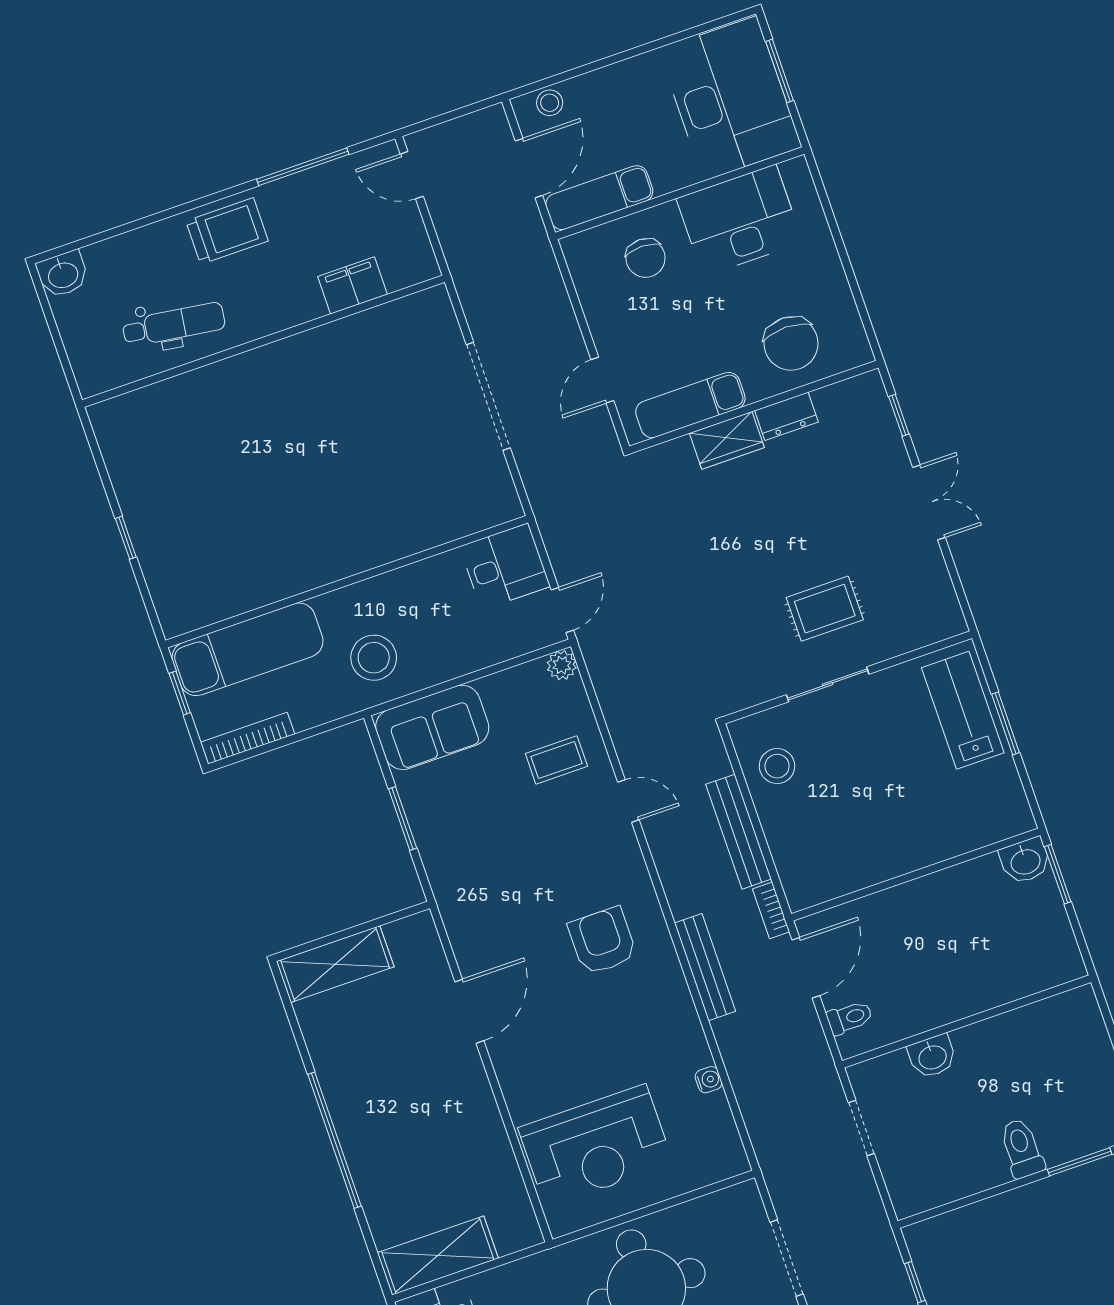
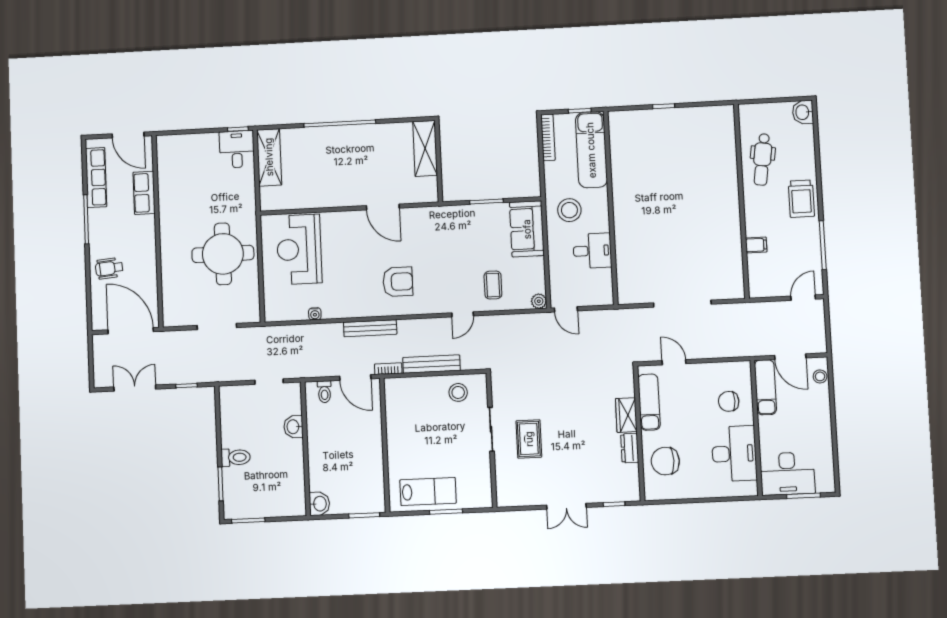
desk: (730, 98) -> (787, 474), width x0.73, depth x0.77
filing cabinet: (353, 285) -> (756, 245), width x0.50
desk: (505, 566) -> (592, 251), moved, turned -90
lab bench: (963, 710) -> (428, 492), moved
washbasin: (1025, 861) -> (319, 504), moved, turned 180

